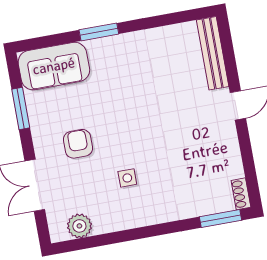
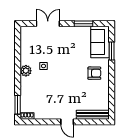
window: (99, 32) -> (112, 51), moved
armchair: (78, 144) -> (94, 73), moved
plant: (79, 226) -> (26, 71), moved

